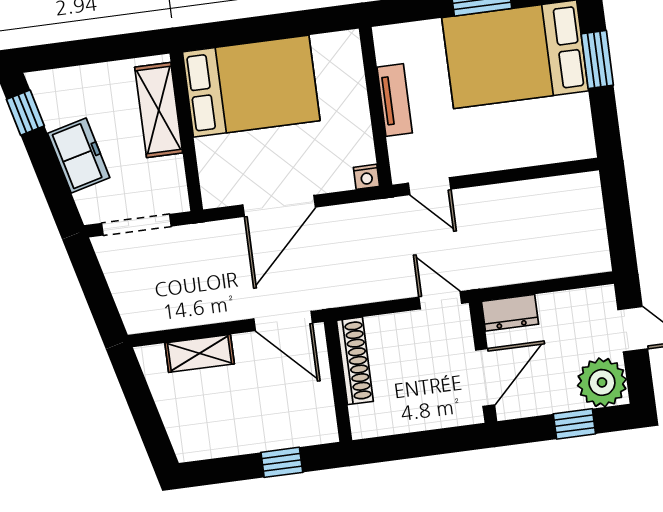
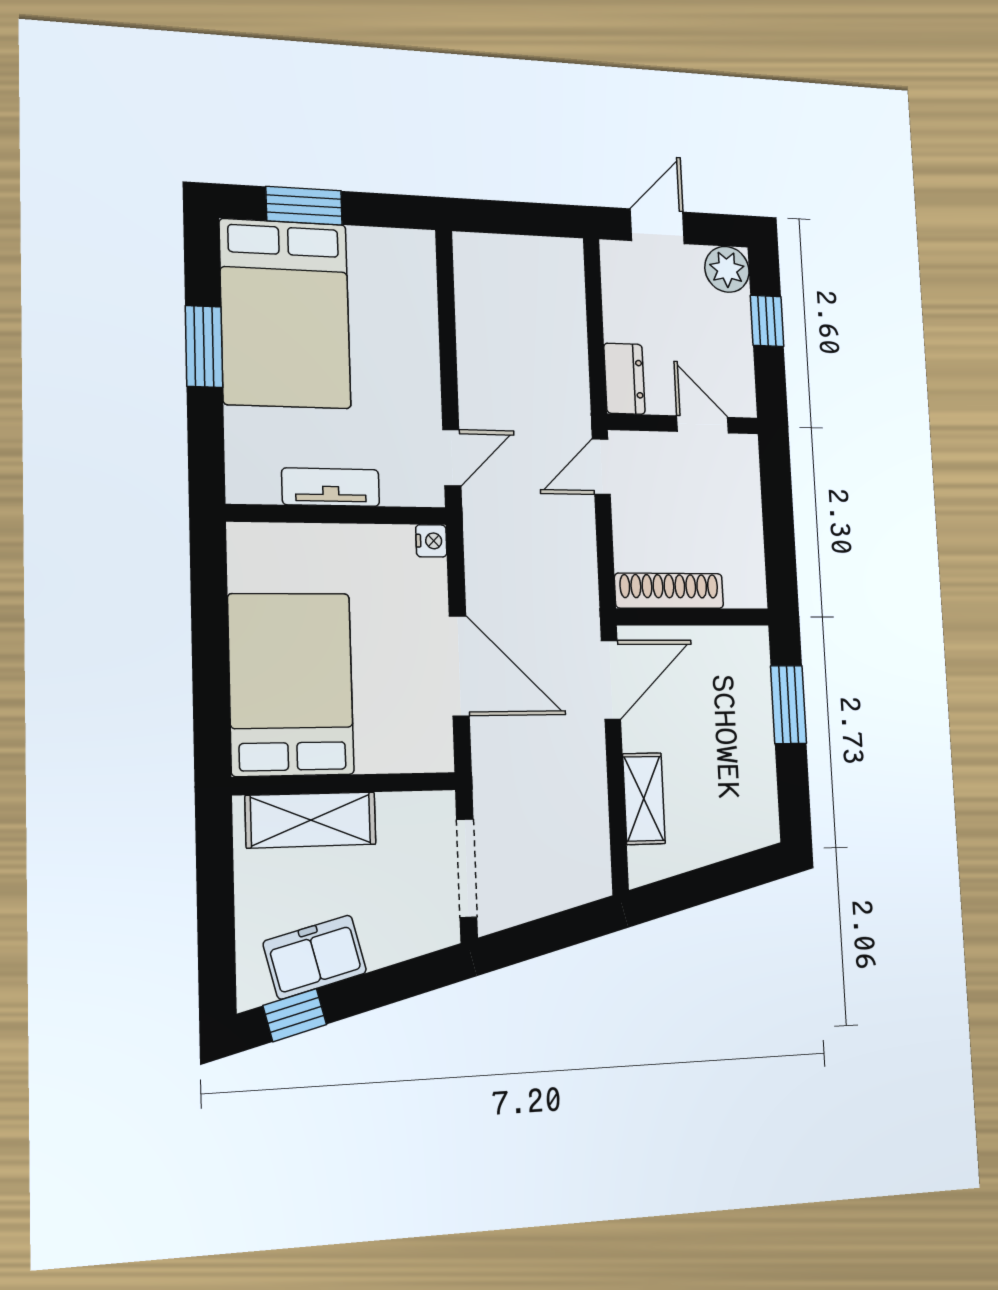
freezer: (79, 155) -> (315, 957), moved
door: (485, 378) -> (703, 424), width x0.73
plant: (602, 382) -> (727, 269), width x0.73, depth x0.73
window: (282, 462) -> (788, 705), width x1.50

